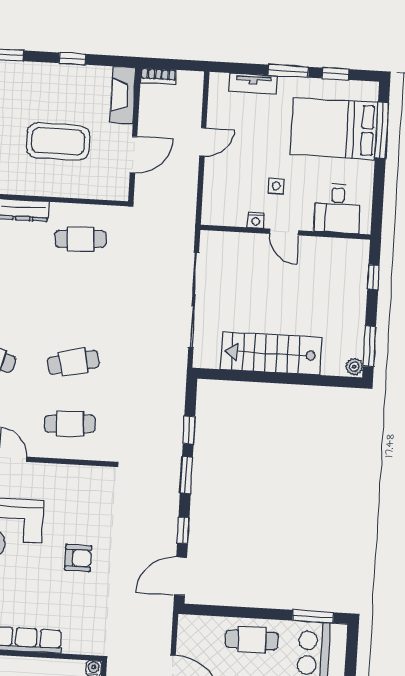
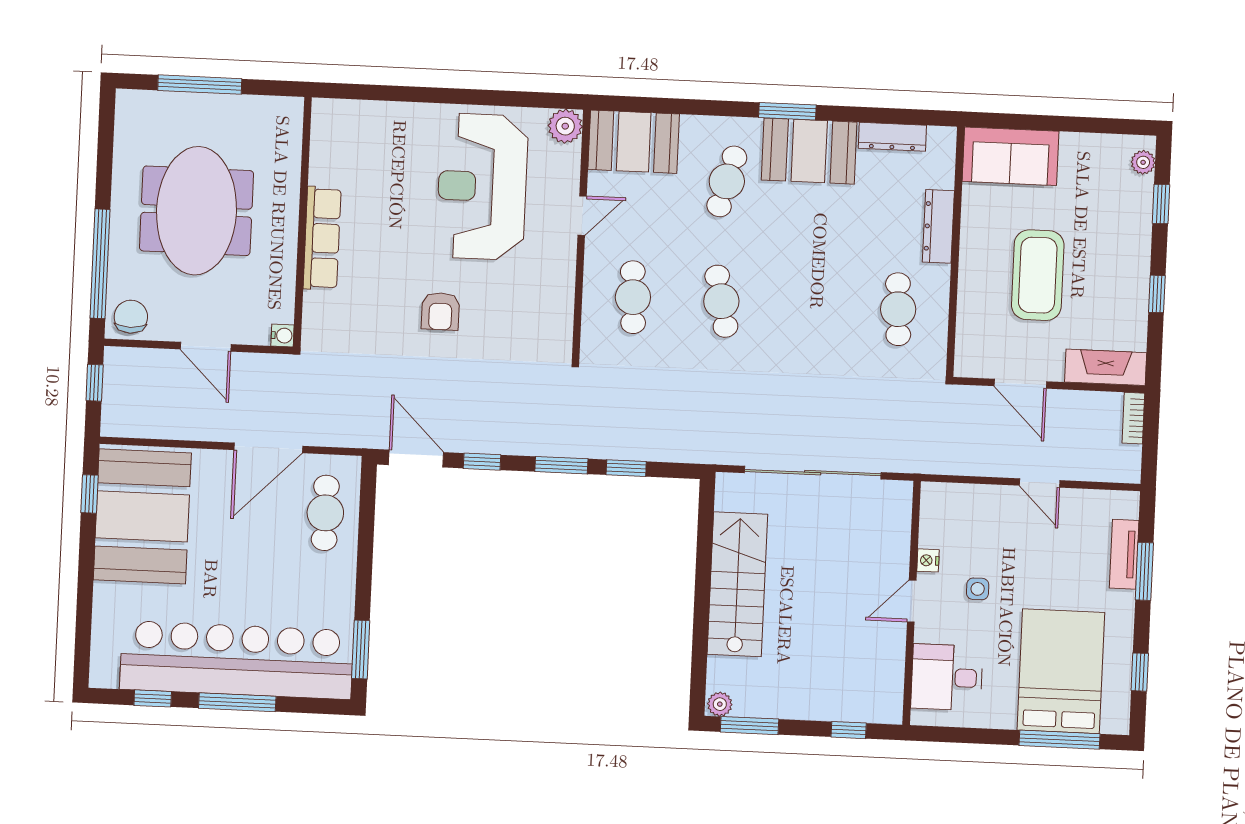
window: (288, 71) -> (1144, 571), moved
cafe table: (252, 640) -> (325, 513), moved

